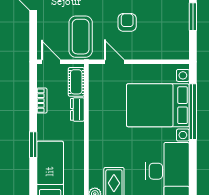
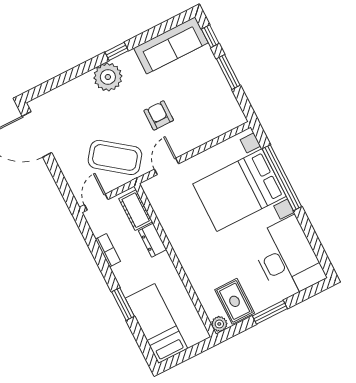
coffee table: (81, 37) -> (115, 157), turned -53
door: (51, 62) -> (96, 202), hinge flipped
door: (114, 62) -> (167, 166), hinge flipped

